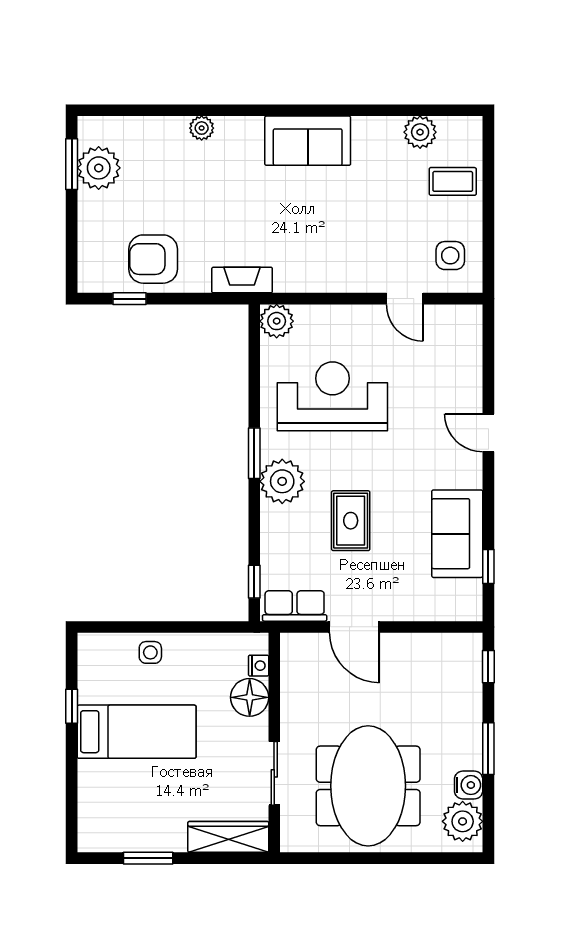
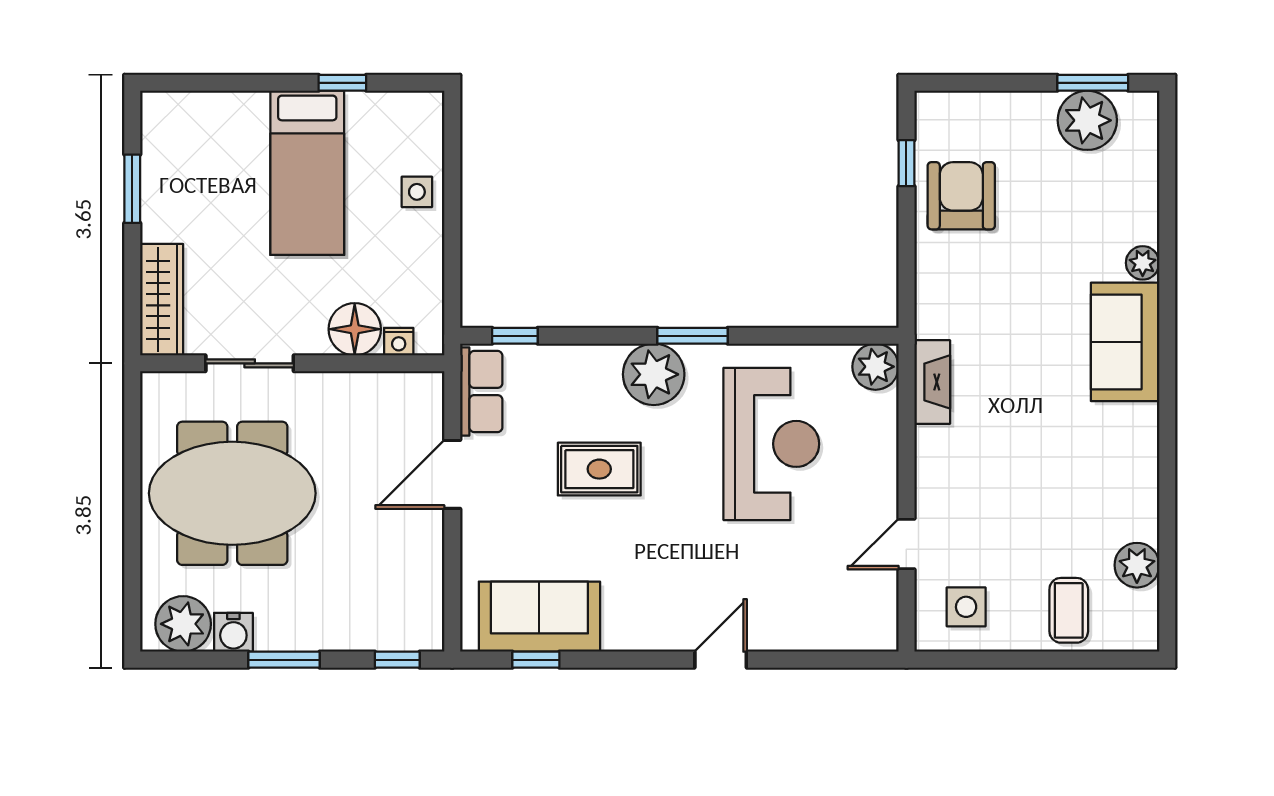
sofa: (308, 141) -> (1125, 342), moved
fireplace: (242, 280) -> (932, 382), moved
sofa: (457, 534) -> (539, 617), moved

